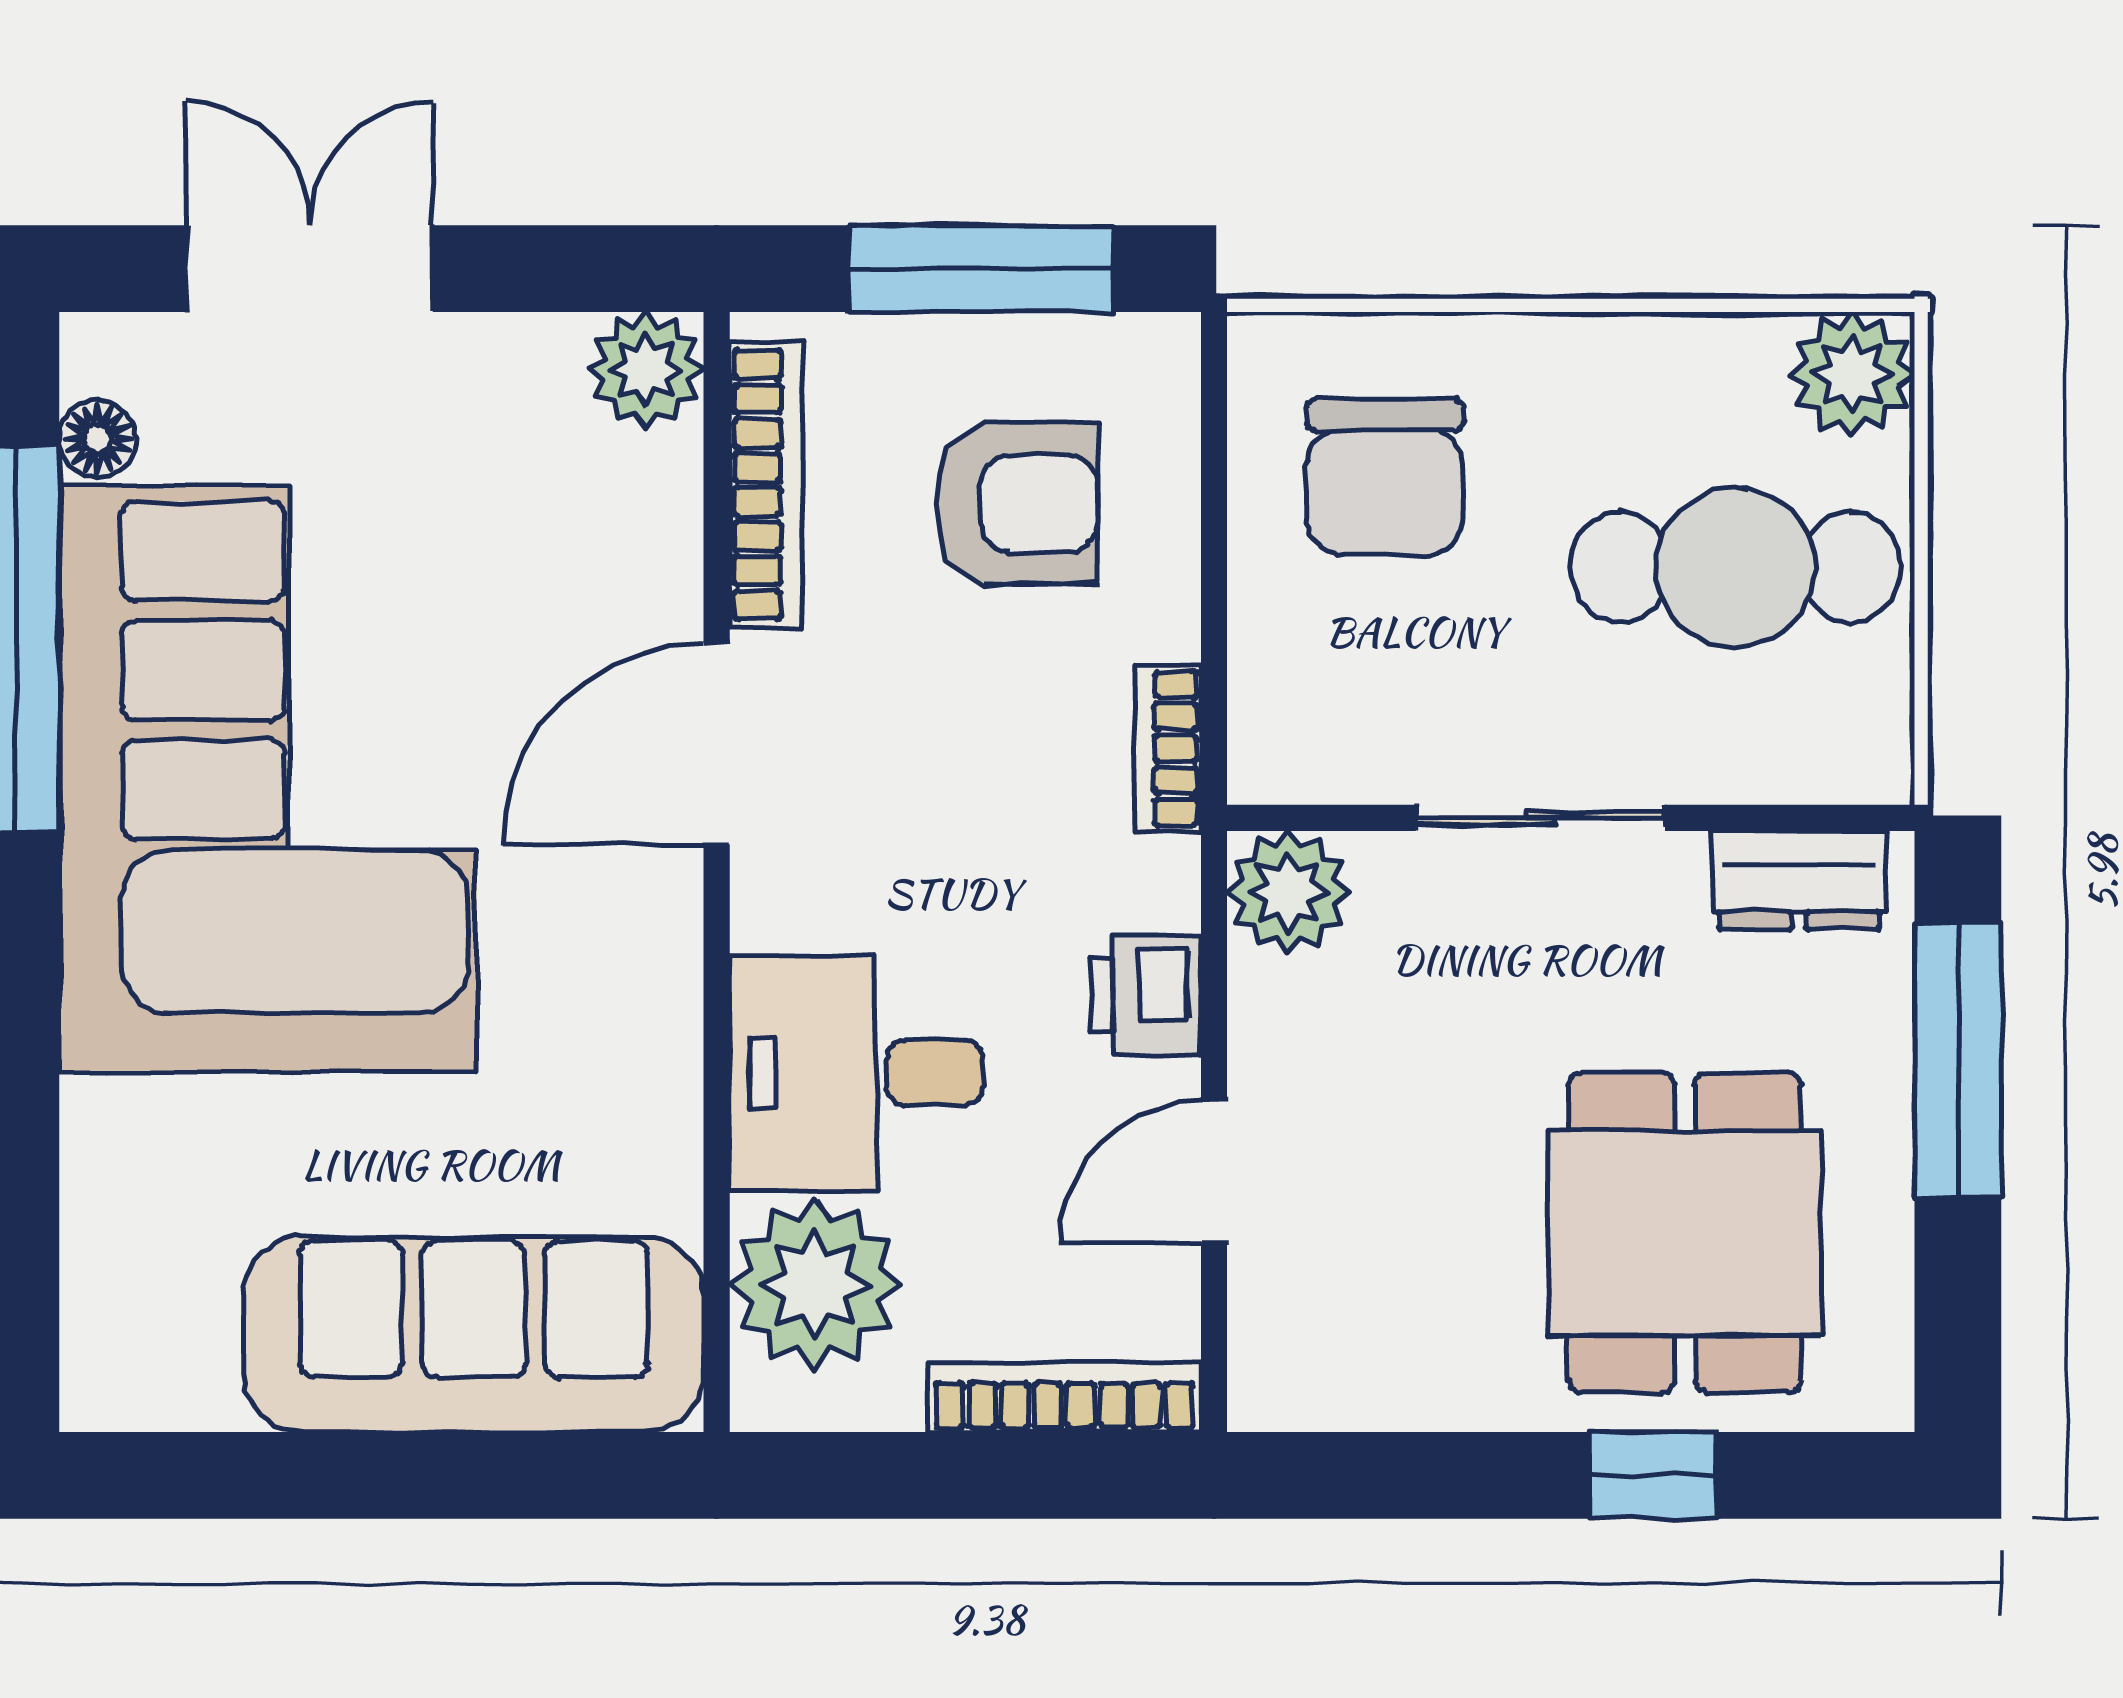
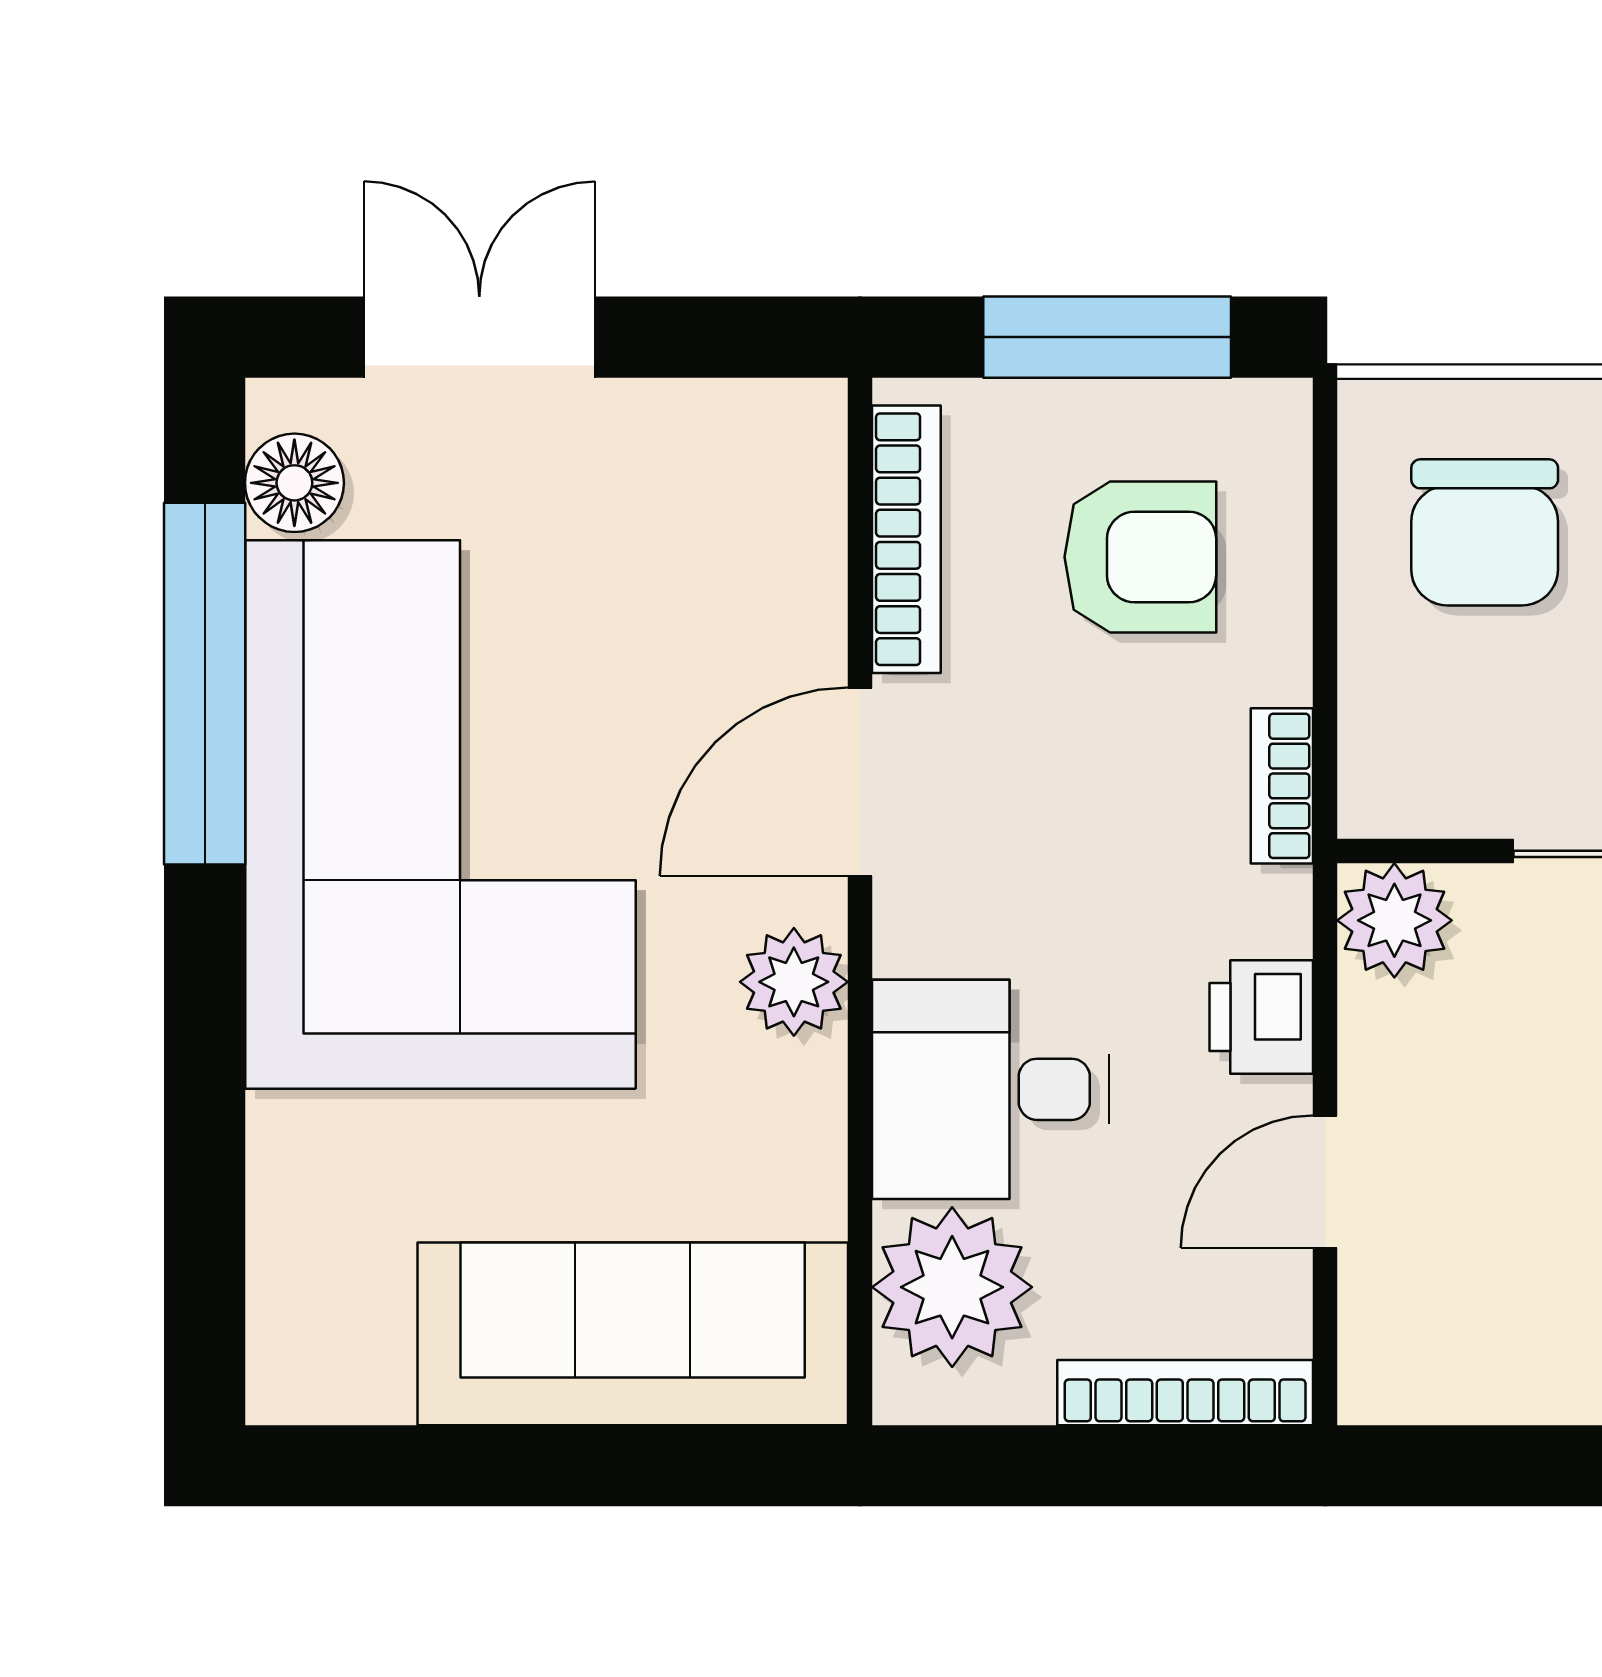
plant: (646, 370) -> (794, 982), moved
floor lamp: (98, 439) -> (294, 483), width x1.37, depth x1.37

